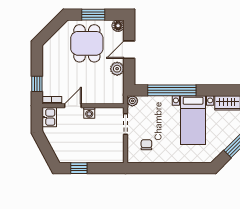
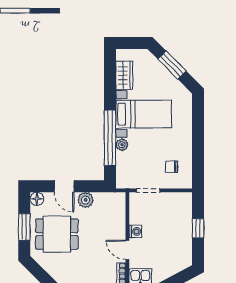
plant: (132, 101) -> (122, 145), moved
window: (79, 168) -> (198, 228), moved

